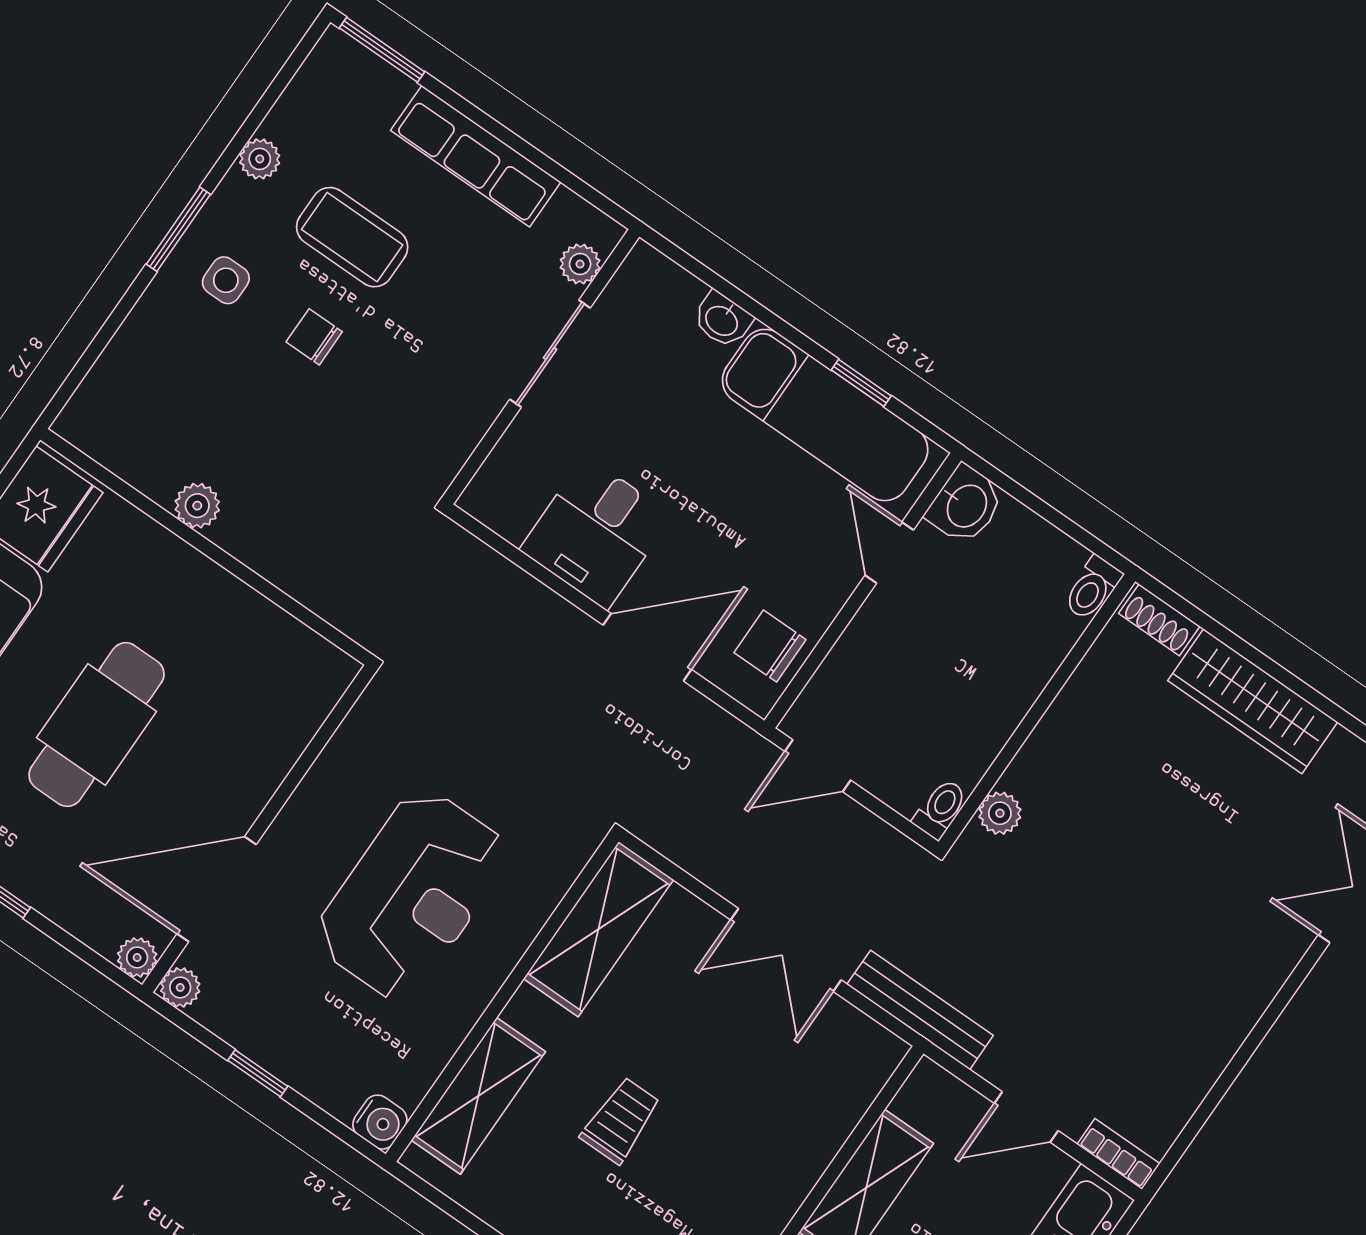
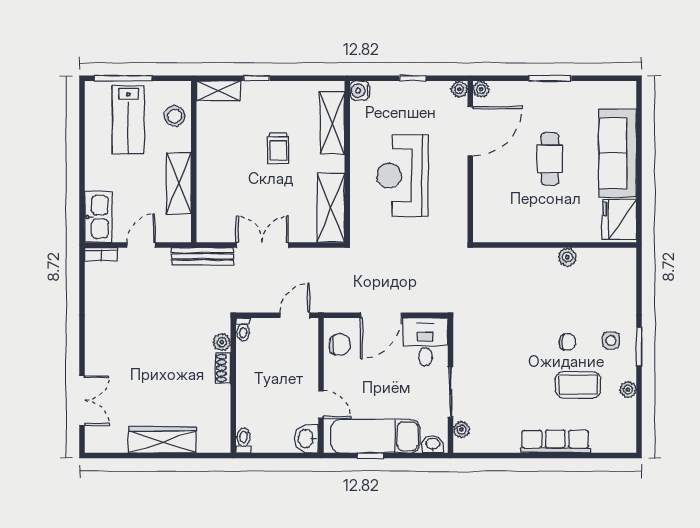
window: (382, 50) -> (612, 456), removed
plant: (580, 264) -> (461, 430), moved
sliding door: (550, 354) -> (450, 392), moved
wall: (541, 367) -> (450, 385), moved
shoe rack: (1159, 620) -> (223, 368), moved, turned -90
cafe table: (97, 725) -> (550, 159), width x0.73, depth x0.74

